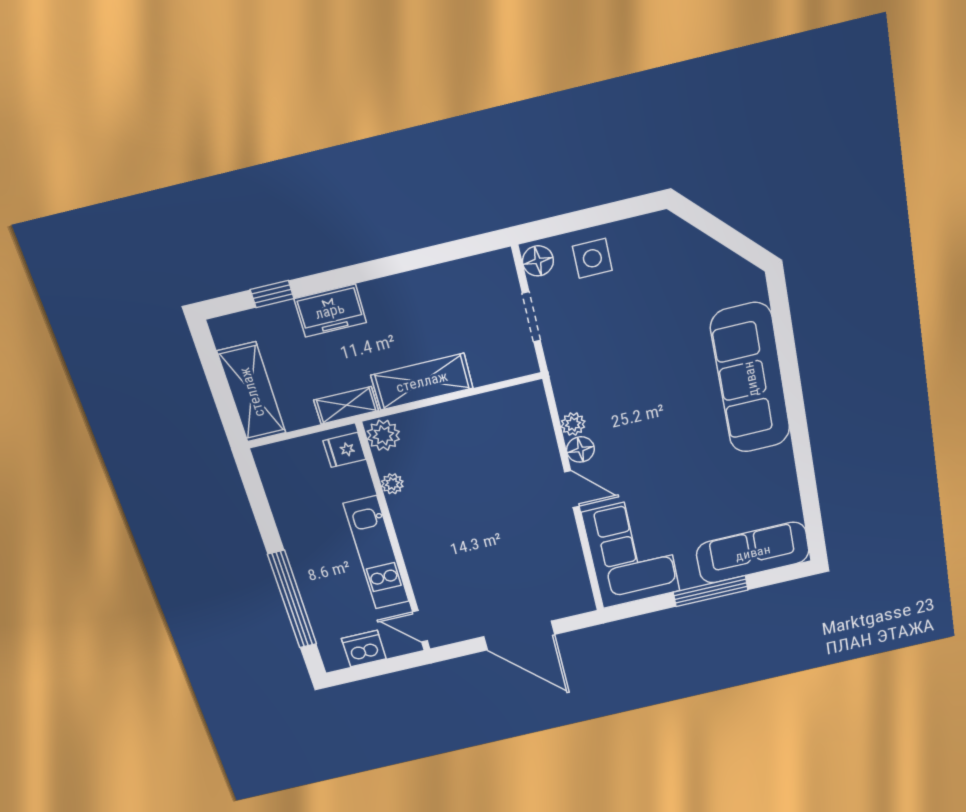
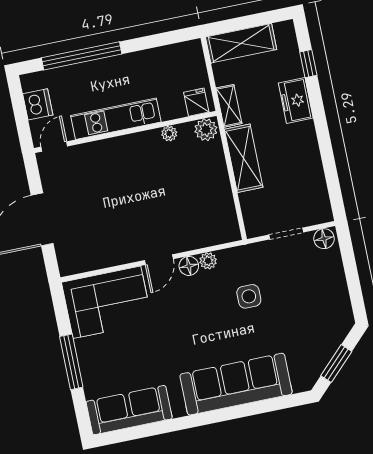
window: (727, 236) -> (336, 364), added
side table: (592, 258) -> (249, 296), moved
sofa: (753, 553) -> (129, 410), moved, turned -90

